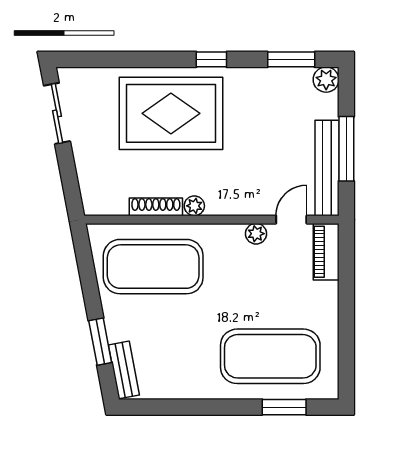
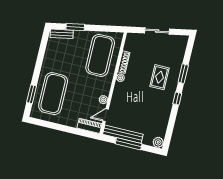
window: (291, 59) -> (183, 74), moved
sliding door: (57, 113) -> (157, 31), moved
rug: (171, 113) -> (160, 77), width x0.54, depth x0.49
door: (291, 220) -> (106, 115), swing flipped

